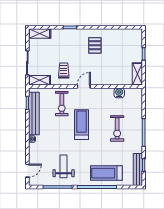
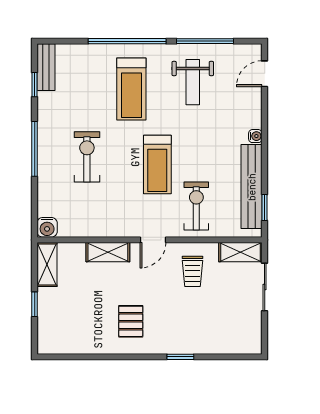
shelving: (40, 33) -> (108, 252), moved
water cooler: (119, 93) -> (47, 227), moved
bench: (138, 170) -> (46, 67), width x0.73
treadmill: (106, 173) -> (131, 89), moved, turned 90

